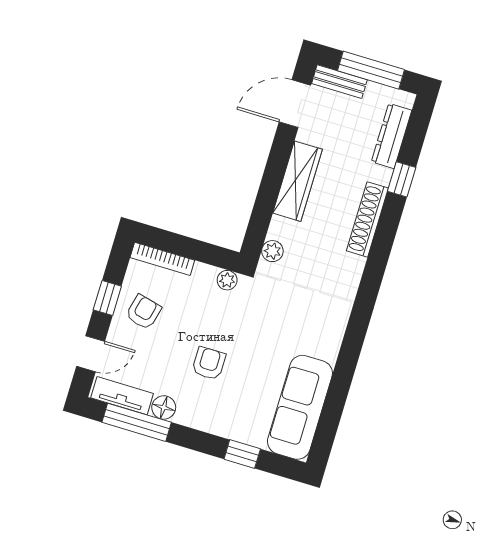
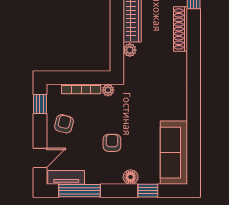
plant: (272, 251) -> (130, 50), moved
bookcase: (162, 259) -> (81, 89), moved
window: (107, 298) -> (40, 104), moved
floor lamp: (164, 407) -> (131, 177), moved

